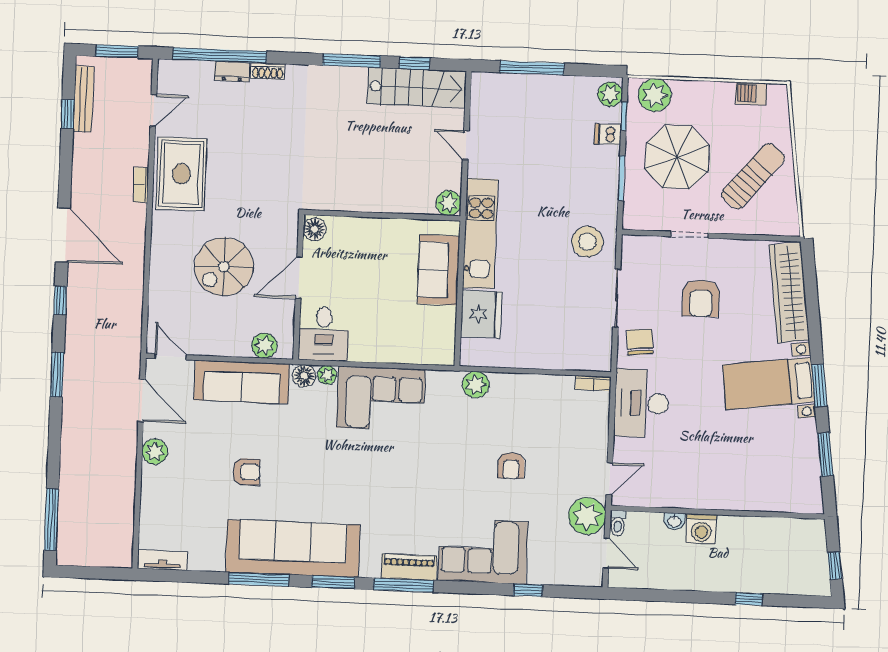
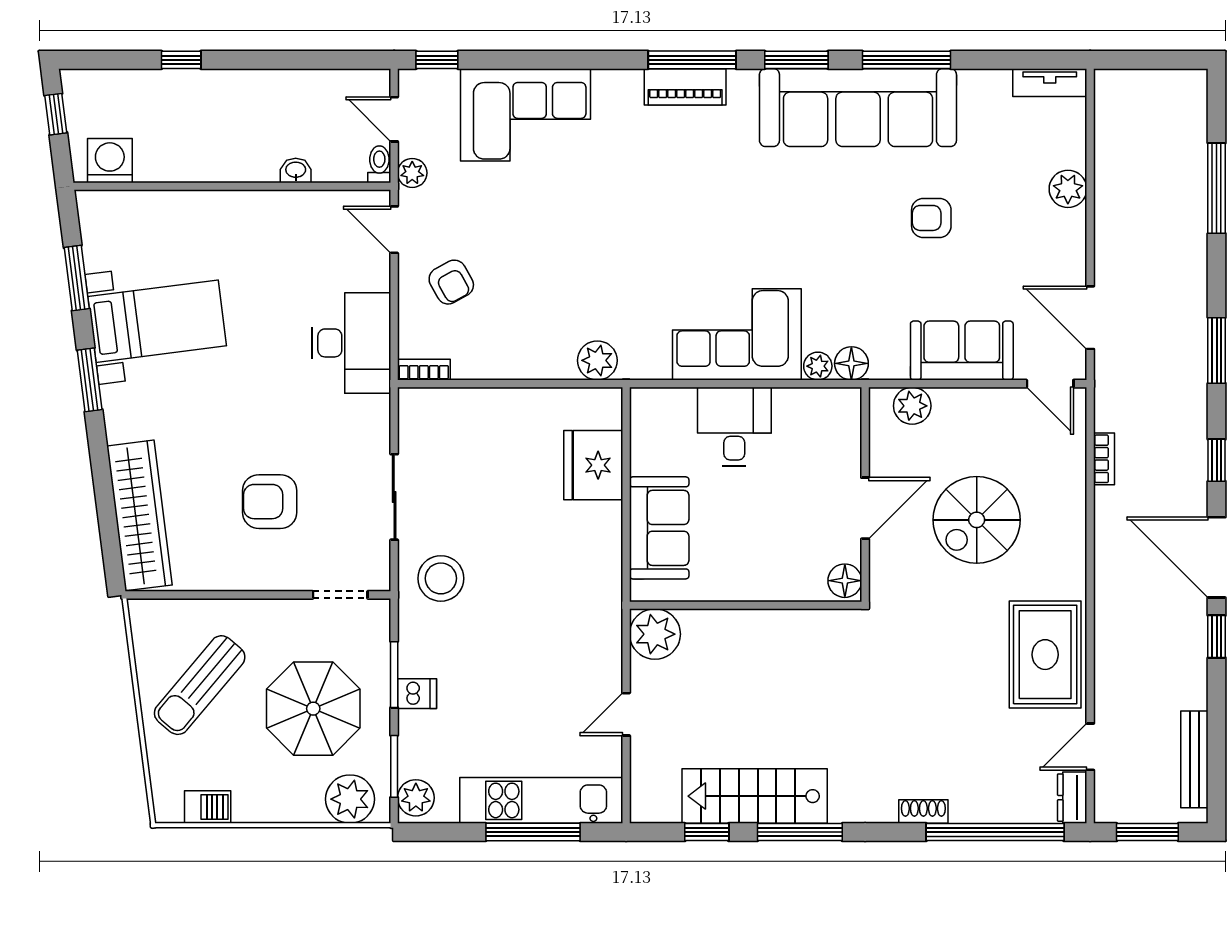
dresser: (232, 72) -> (1072, 798), moved, turned -90
stairs: (417, 88) -> (755, 796), moved
window: (68, 114) -> (1217, 637), moved
window: (624, 116) -> (394, 766), width x1.50
dishwasher: (608, 134) -> (417, 694), moved
door: (466, 145) -> (626, 714), swing flipped
bookcase: (141, 185) -> (1104, 459), moved
plant: (449, 203) -> (655, 634), width x1.36, depth x1.36
kitchen unit: (480, 234) -> (541, 800), moved, turned 90
doorway: (690, 235) -> (340, 595), moved
spiral stairs: (224, 267) -> (977, 520), turned 180
armchair: (701, 298) -> (270, 502), turned -90
desk: (324, 334) -> (734, 427), moved
chair: (640, 342) -> (357, 434), removed
sofa: (242, 382) -> (962, 351), width x0.73
bed with nightstands: (769, 383) -> (157, 321), moved
plant: (155, 452) -> (1068, 189), moved
armchair: (511, 466) -> (451, 282), moved, turned 151
door: (609, 479) -> (394, 230), hinge flipped
plant: (587, 516) -> (412, 173), width x0.53, depth x0.53
window: (51, 519) -> (1217, 188), moved
washing machine: (701, 529) -> (110, 161), moved
corner sofa: (483, 551) -> (525, 115), moved
window: (528, 590) -> (437, 60), moved

